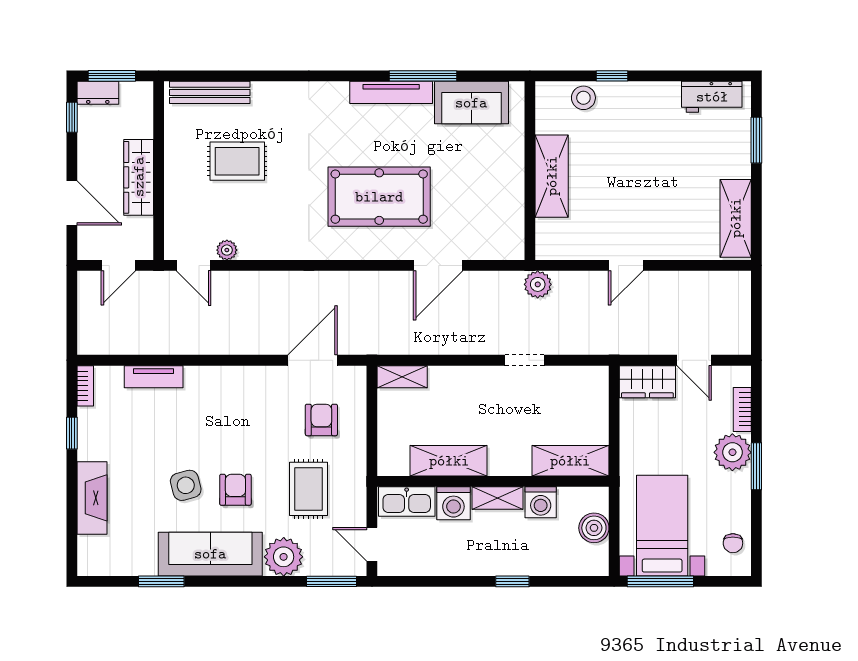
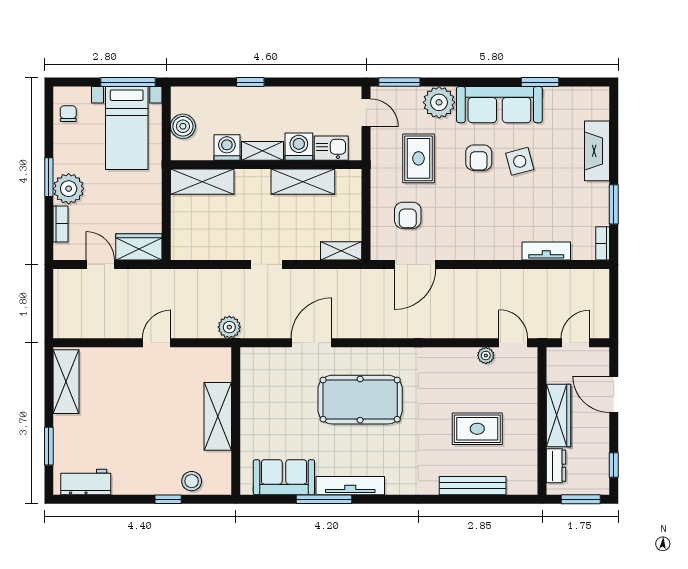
bench: (210, 92) -> (473, 486), moved
dresser: (98, 93) -> (556, 466), moved, turned 90
doorway: (524, 360) -> (267, 265), moved
window: (72, 433) -> (614, 204), width x1.50
kitchen sink: (407, 501) -> (331, 148), width x0.73

